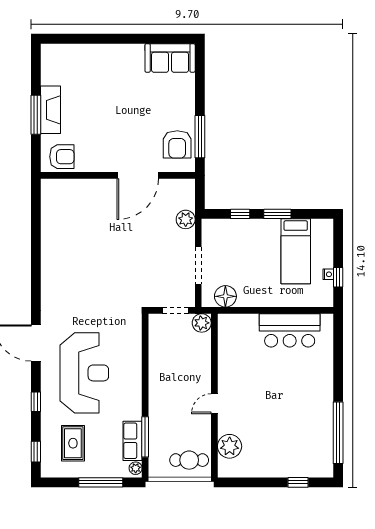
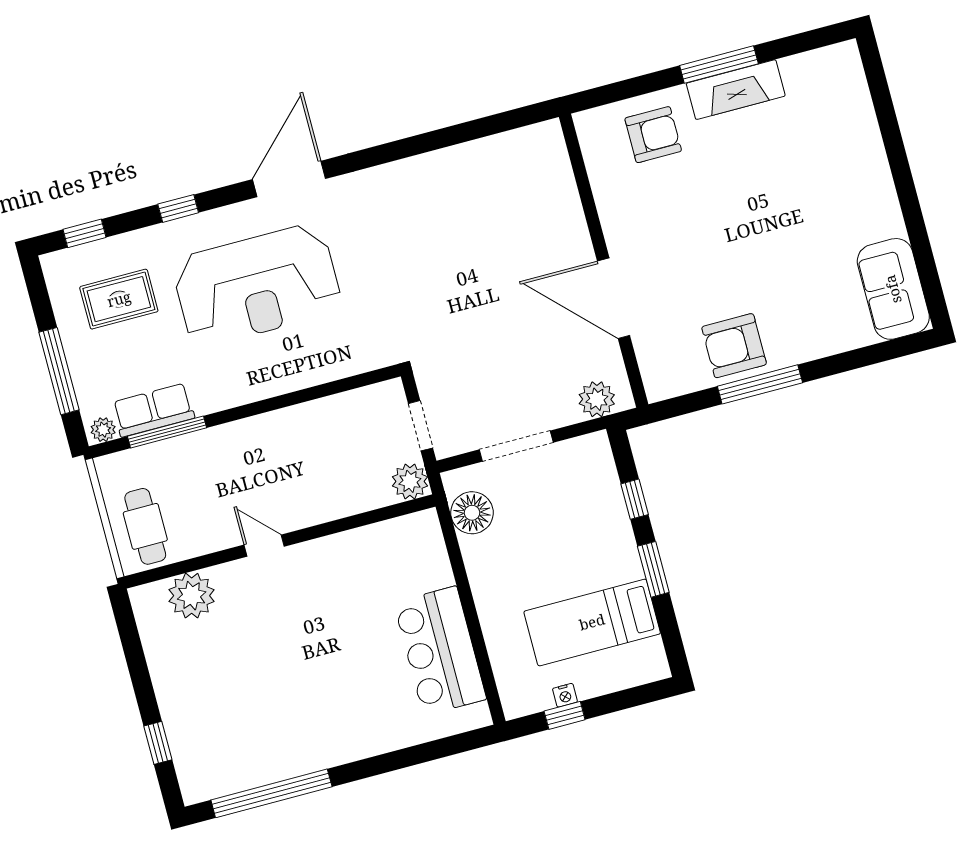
armchair: (62, 157) -> (653, 135), turned -90
wall: (118, 175) -> (604, 261), moved
door: (138, 175) -> (614, 298), moved

